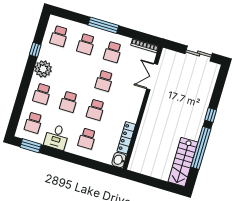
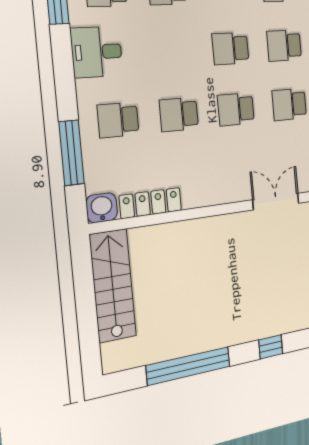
school desk: (69, 102) -> (231, 48), moved
window: (211, 115) -> (271, 347), moved
stairs: (183, 162) -> (113, 286), moved, turned 90
window: (92, 164) -> (72, 153), added

